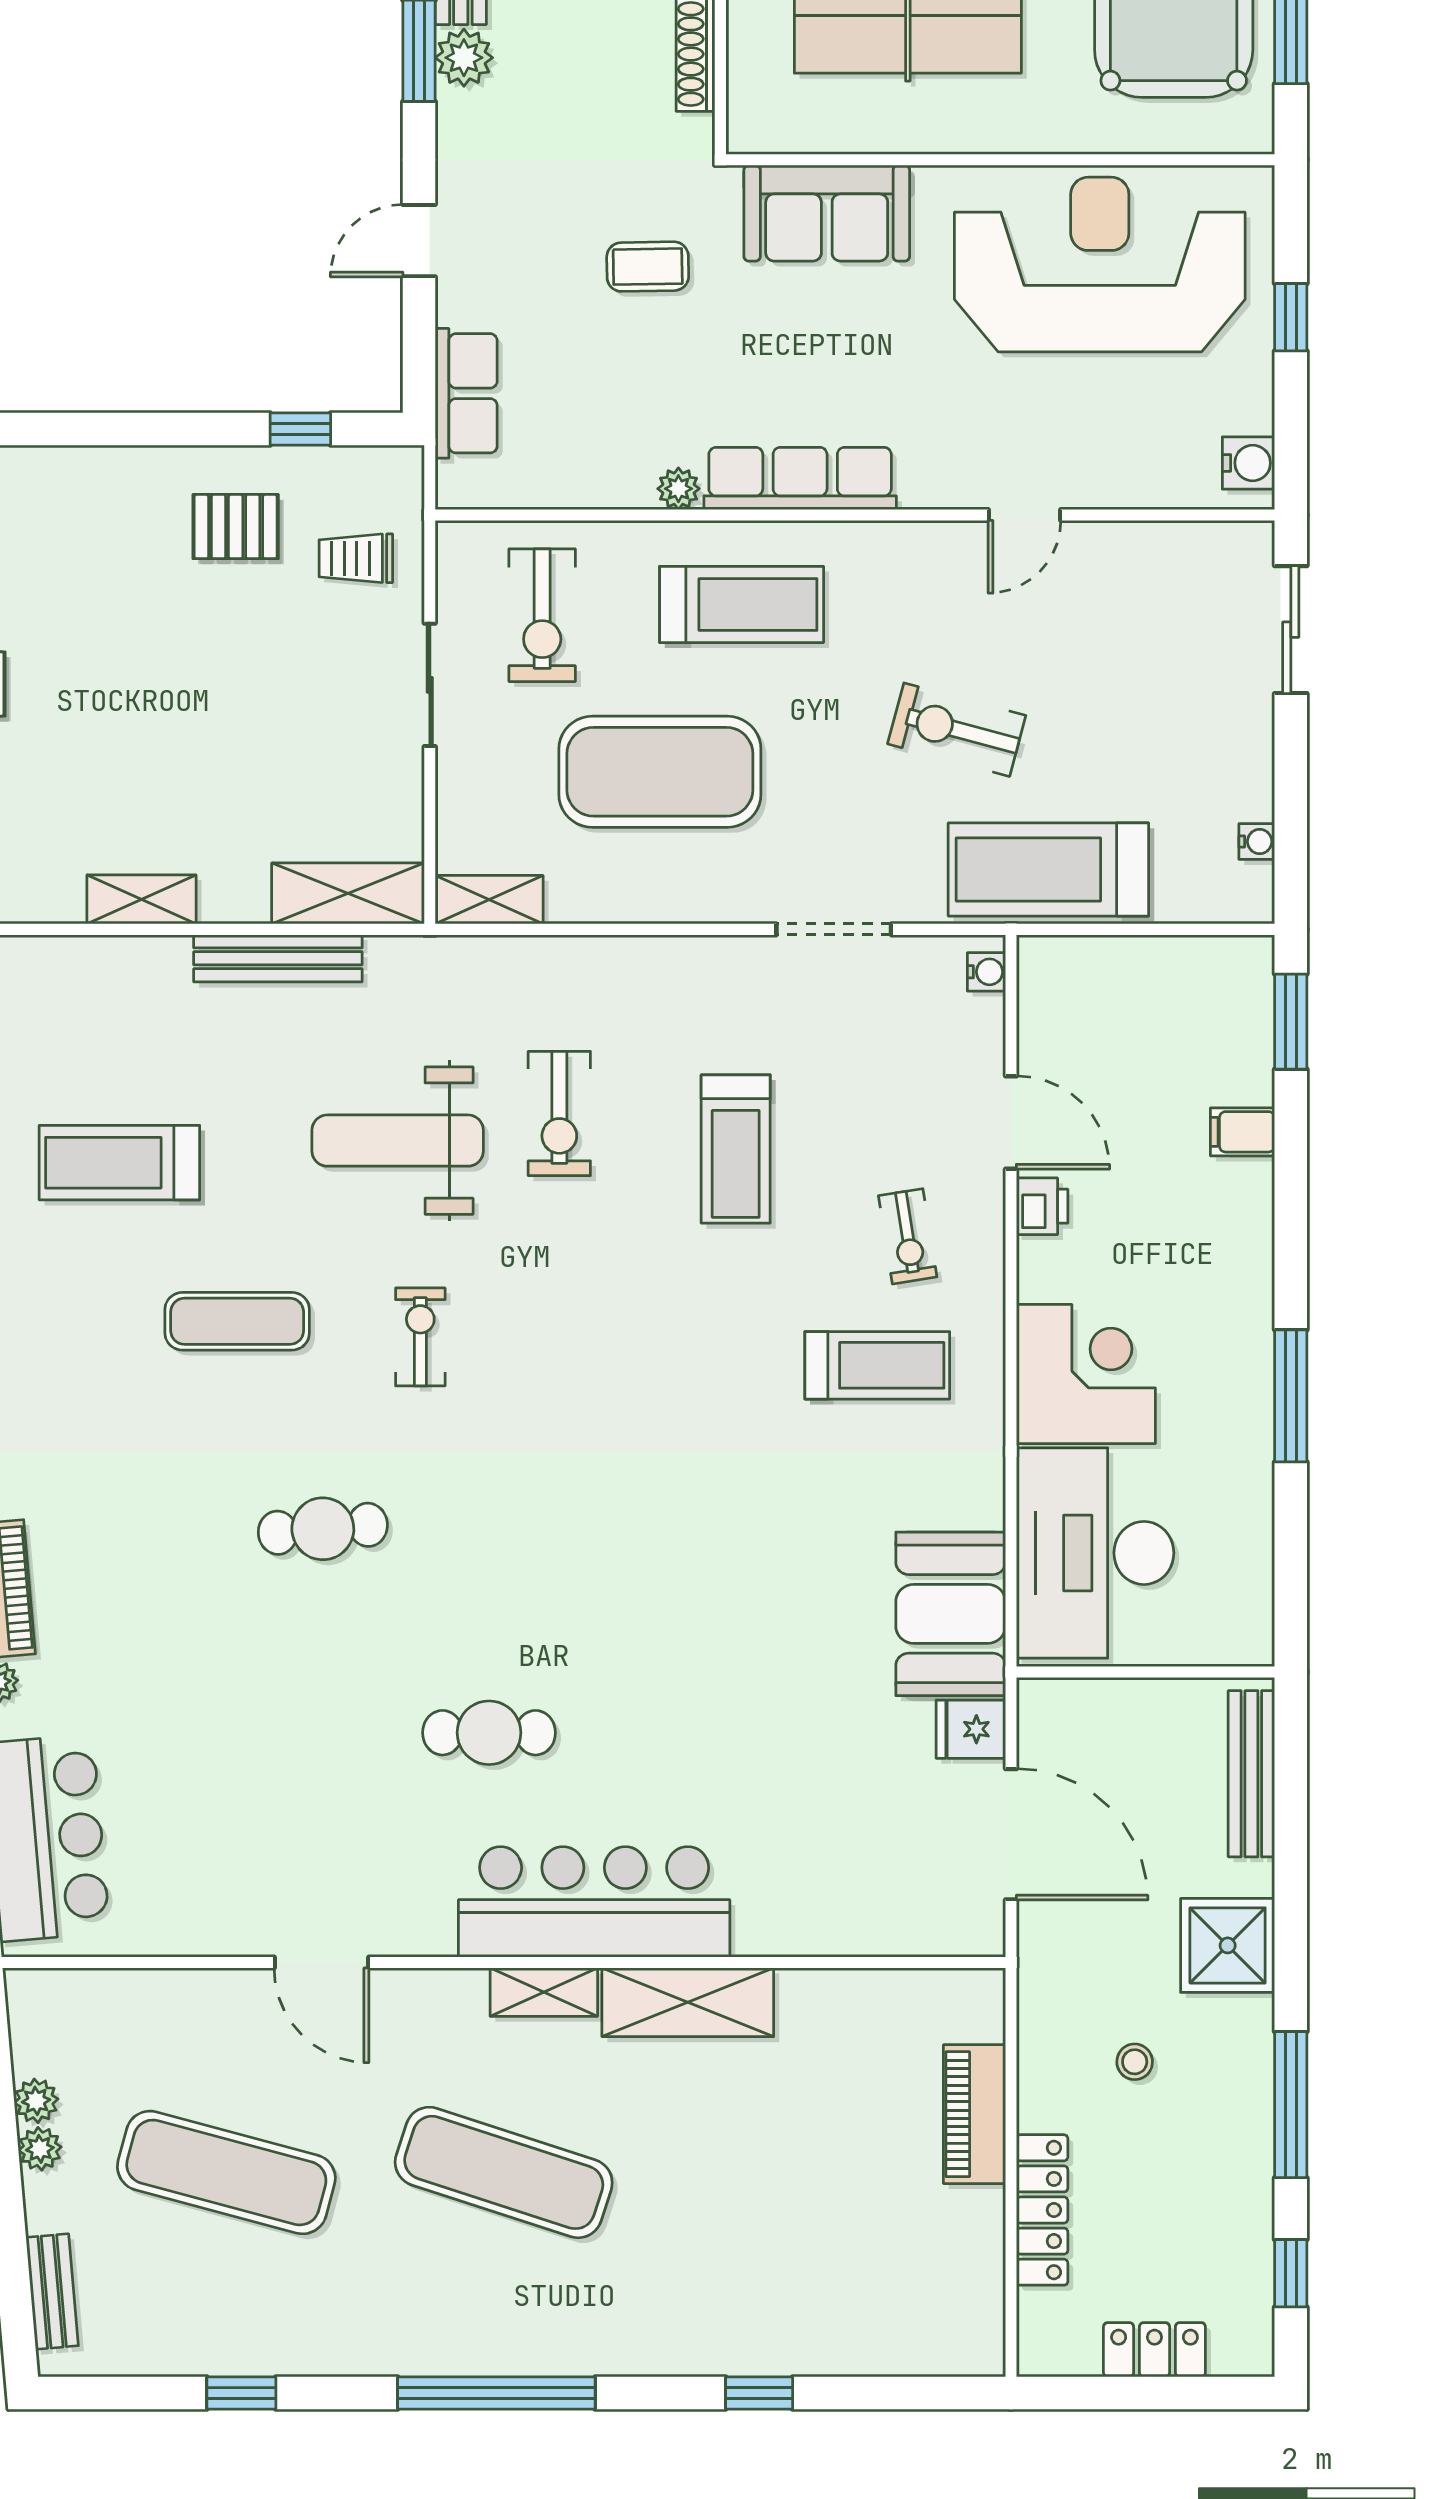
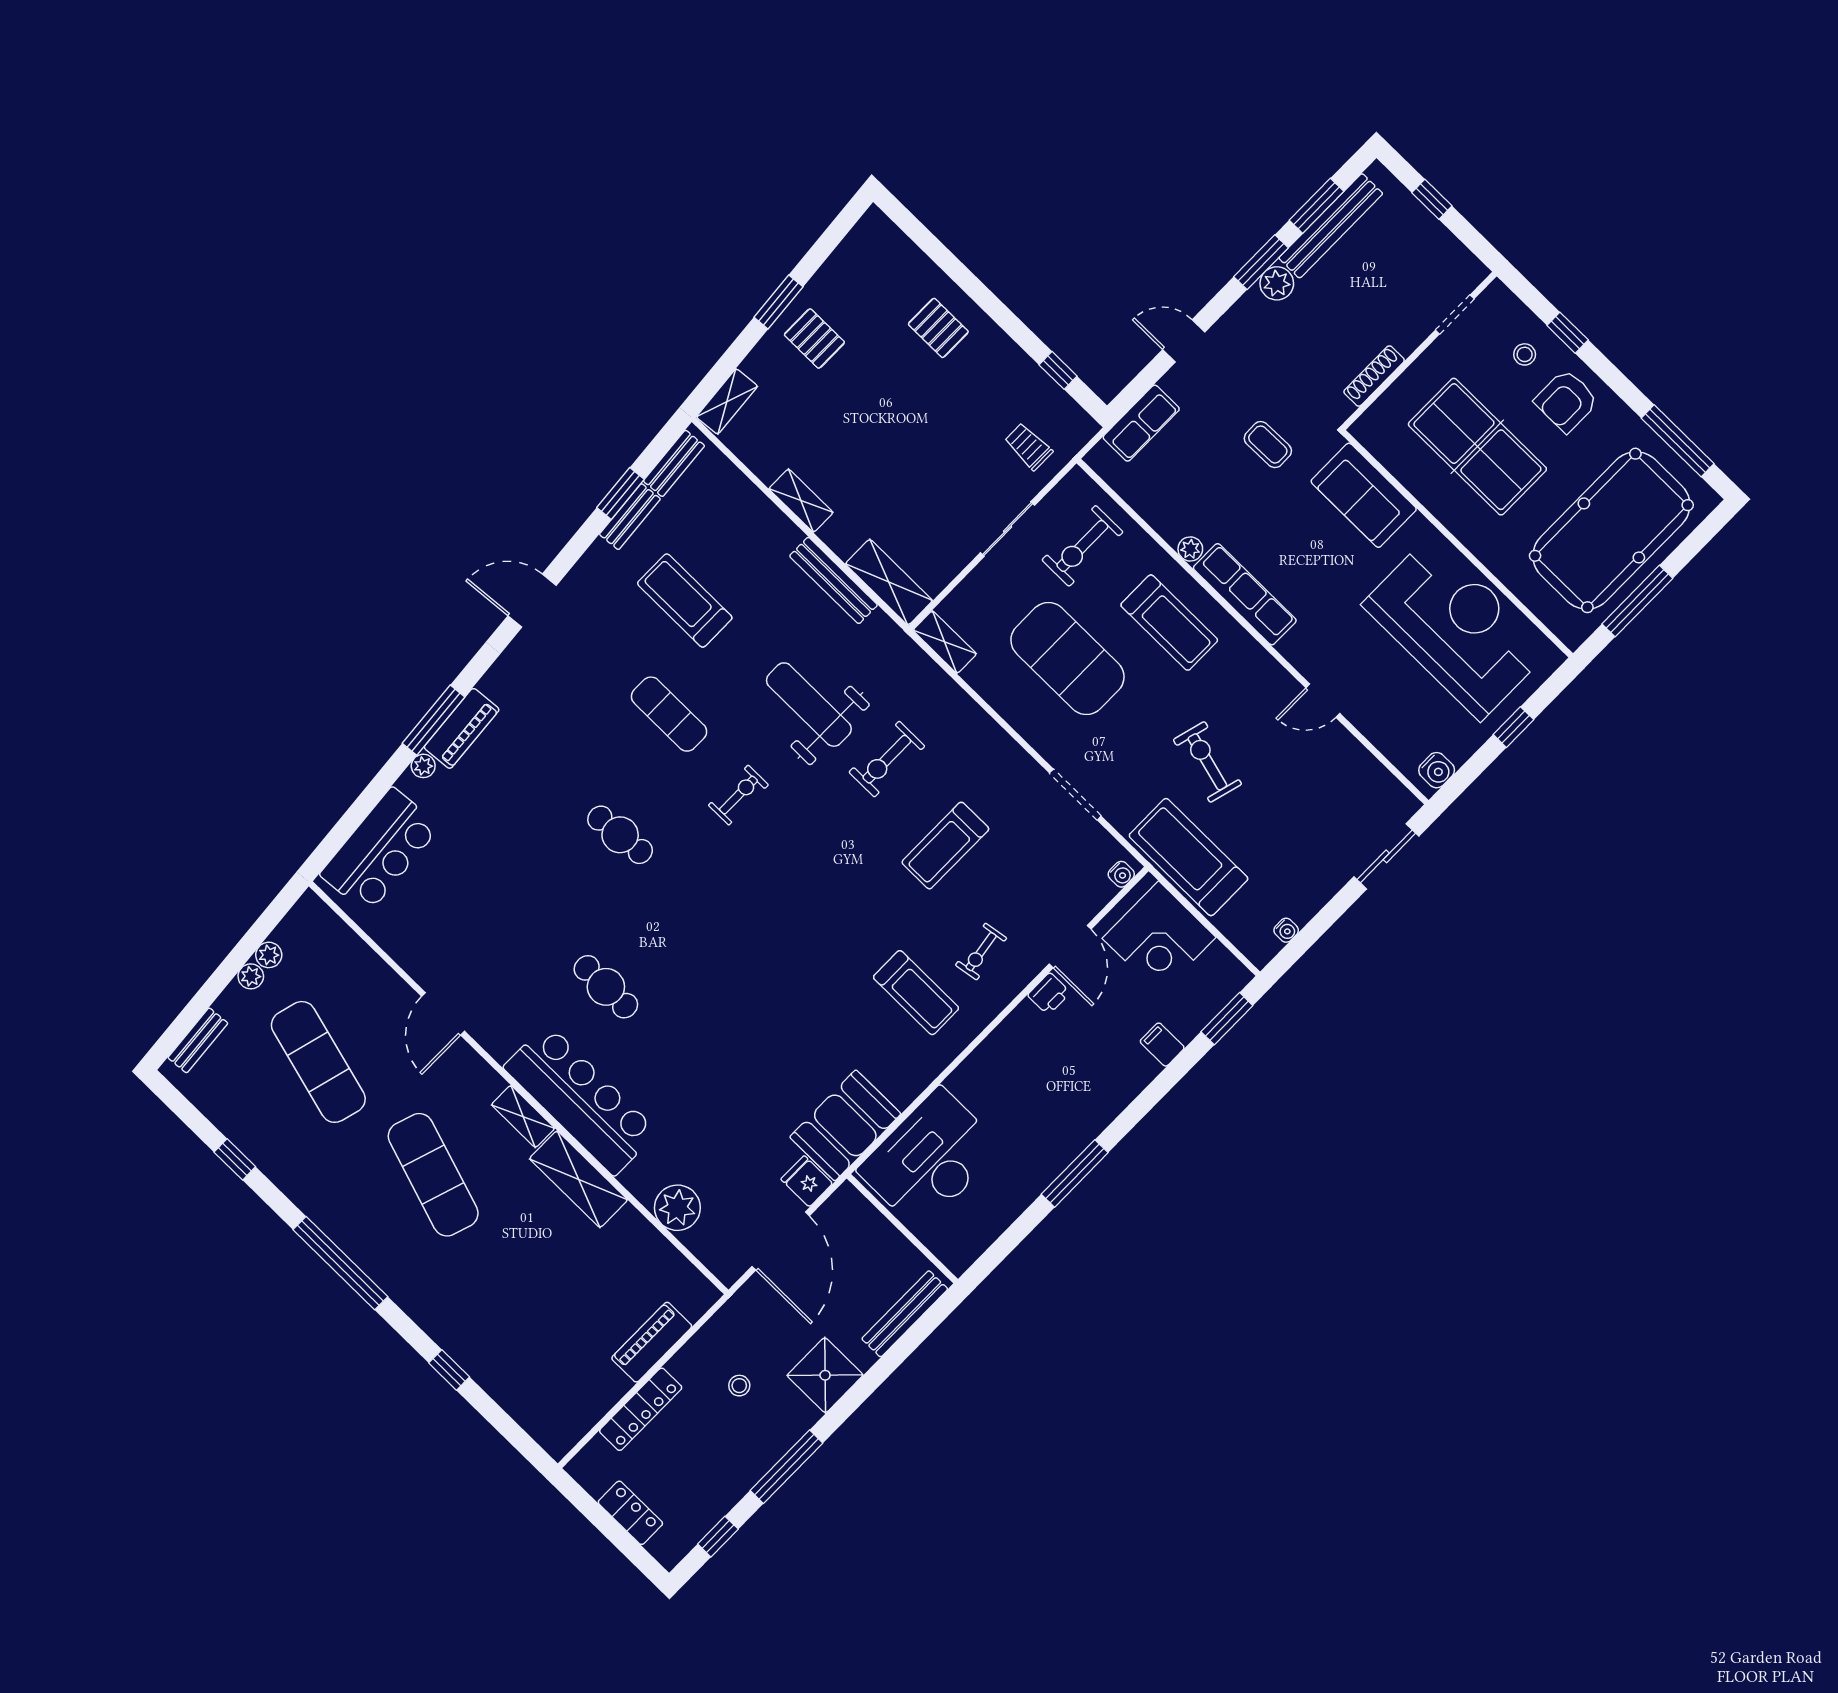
pallet: (236, 527) -> (938, 328), moved
corner desk: (1086, 1374) -> (1159, 938), moved, turned 90
plant: (844, 1918) -> (677, 1208), added

